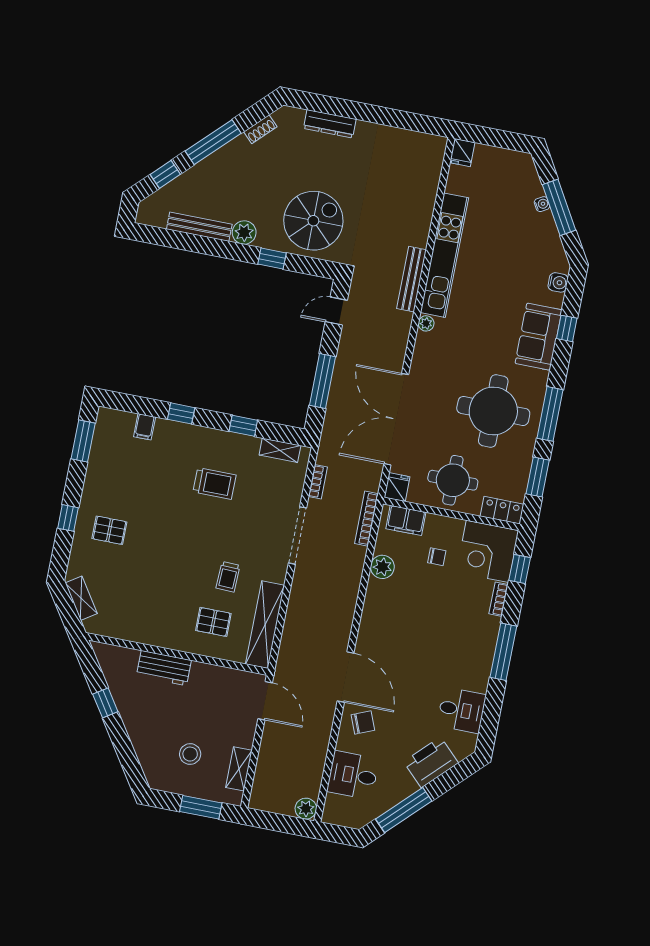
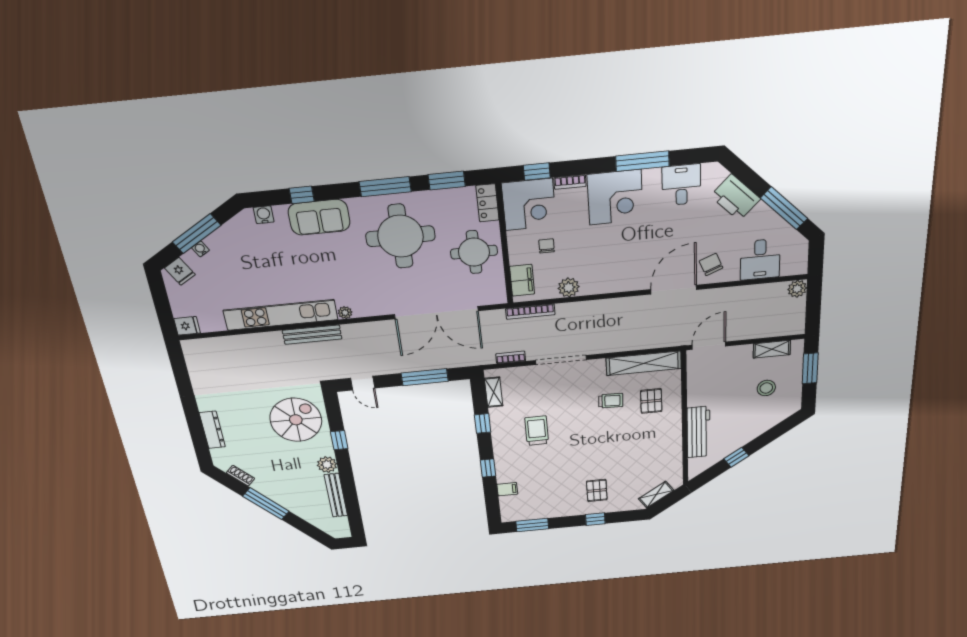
window: (165, 174) -> (306, 527), removed
spiral stairs: (313, 221) -> (296, 420), turned 90
fridge: (397, 487) -> (180, 271), moved, turned -120
corner desk: (468, 640) -> (615, 197), added
window: (503, 652) -> (642, 161), moved
workbench: (164, 668) -> (698, 432), width x1.38

